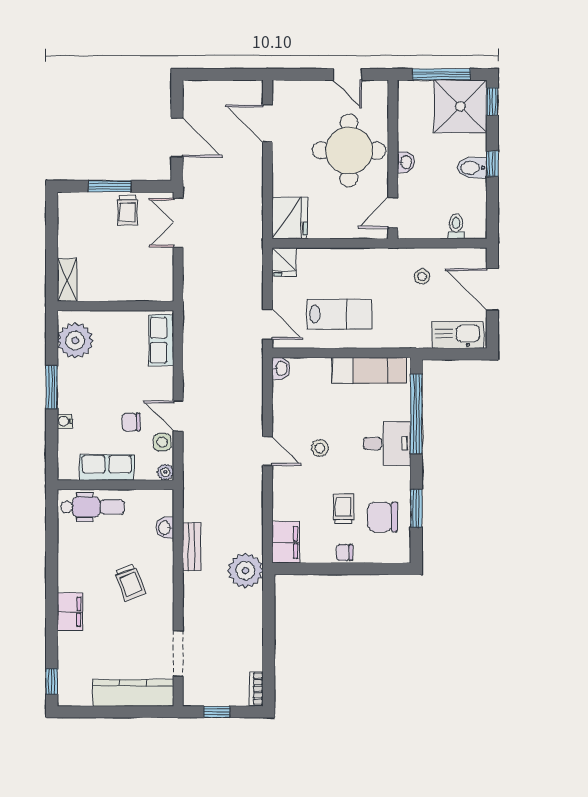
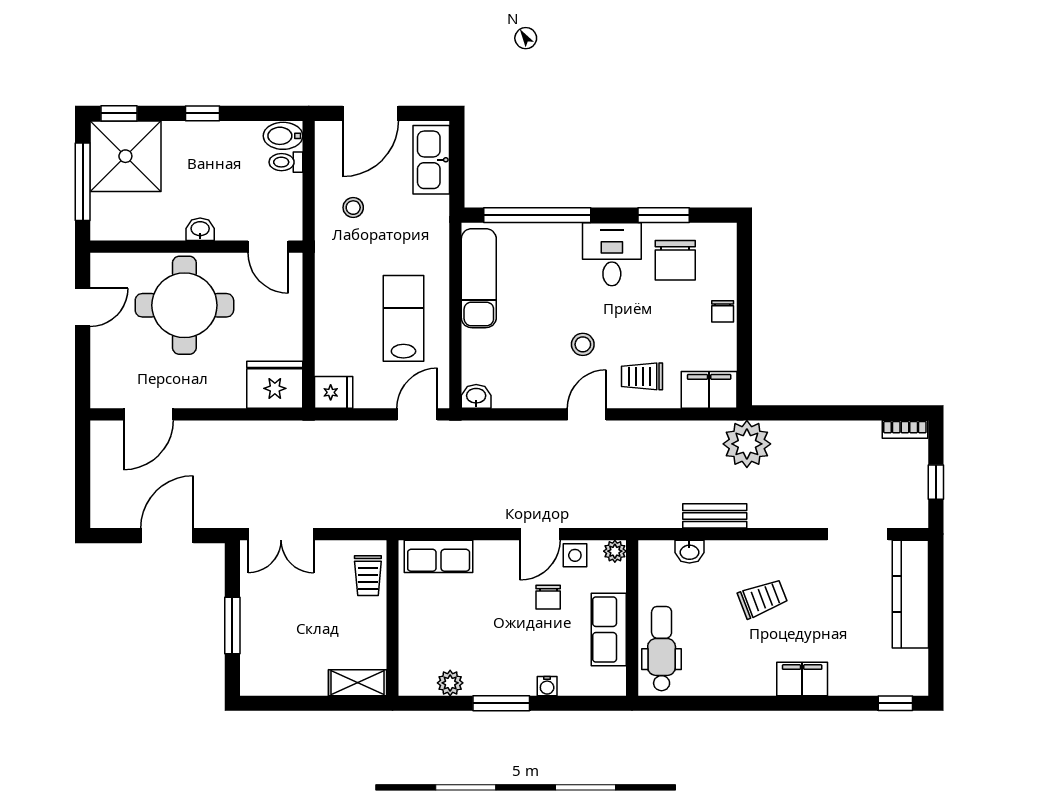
bidet: (472, 168) -> (283, 136), moved, turned 90
trolley: (127, 210) -> (368, 576), moved, turned 90
plant: (75, 341) -> (450, 683), width x0.53, depth x0.53
desk: (387, 443) -> (612, 254), moved
trolley: (343, 509) -> (642, 376), moved

